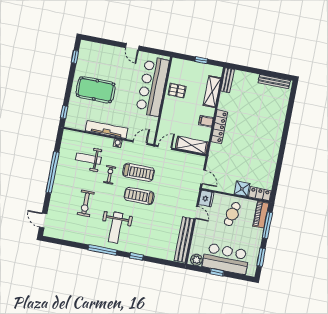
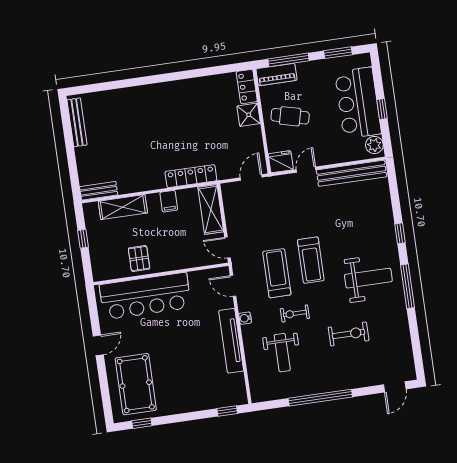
pool table: (96, 90) -> (136, 384), moved
locker: (219, 127) -> (191, 176), moved

